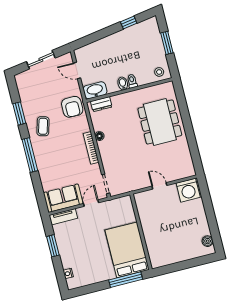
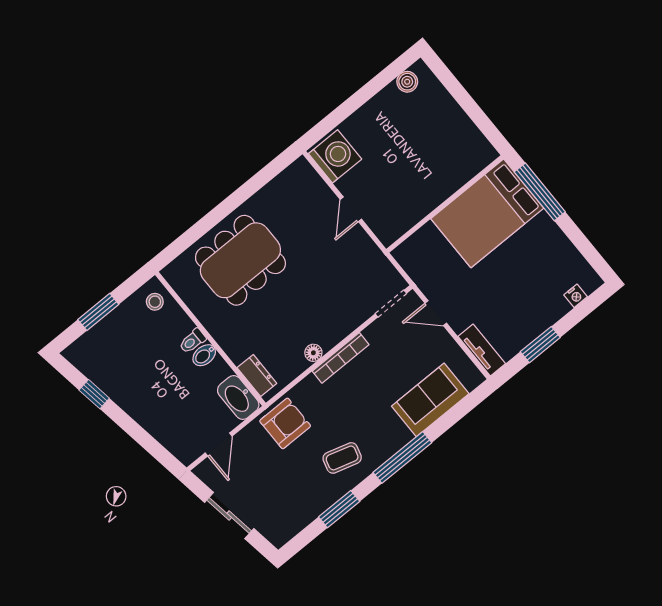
sofa: (63, 198) -> (430, 400), moved, turned 90

